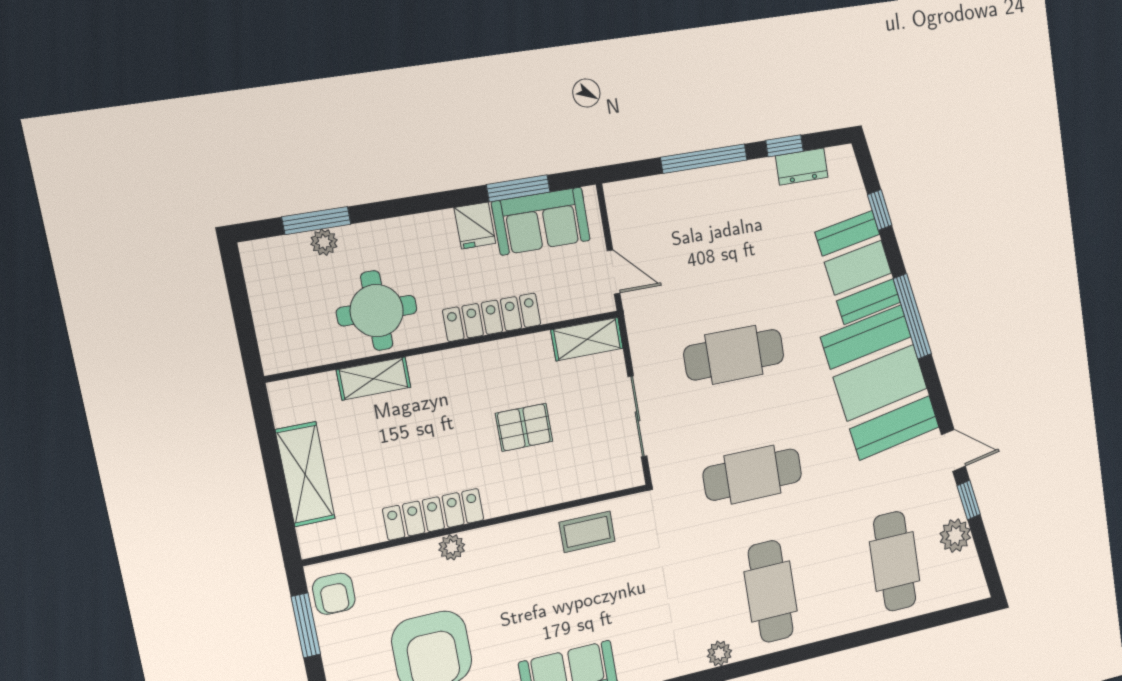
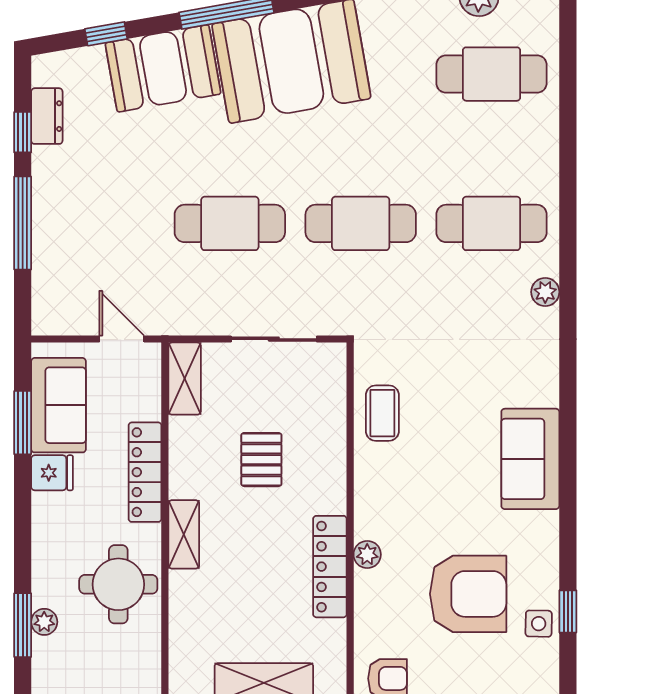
door: (614, 272) -> (122, 339), hinge flipped
cafe table: (734, 355) -> (230, 223), turned 90
shelving: (374, 379) -> (184, 534), moved
cafe table: (753, 475) -> (361, 223), turned 90

